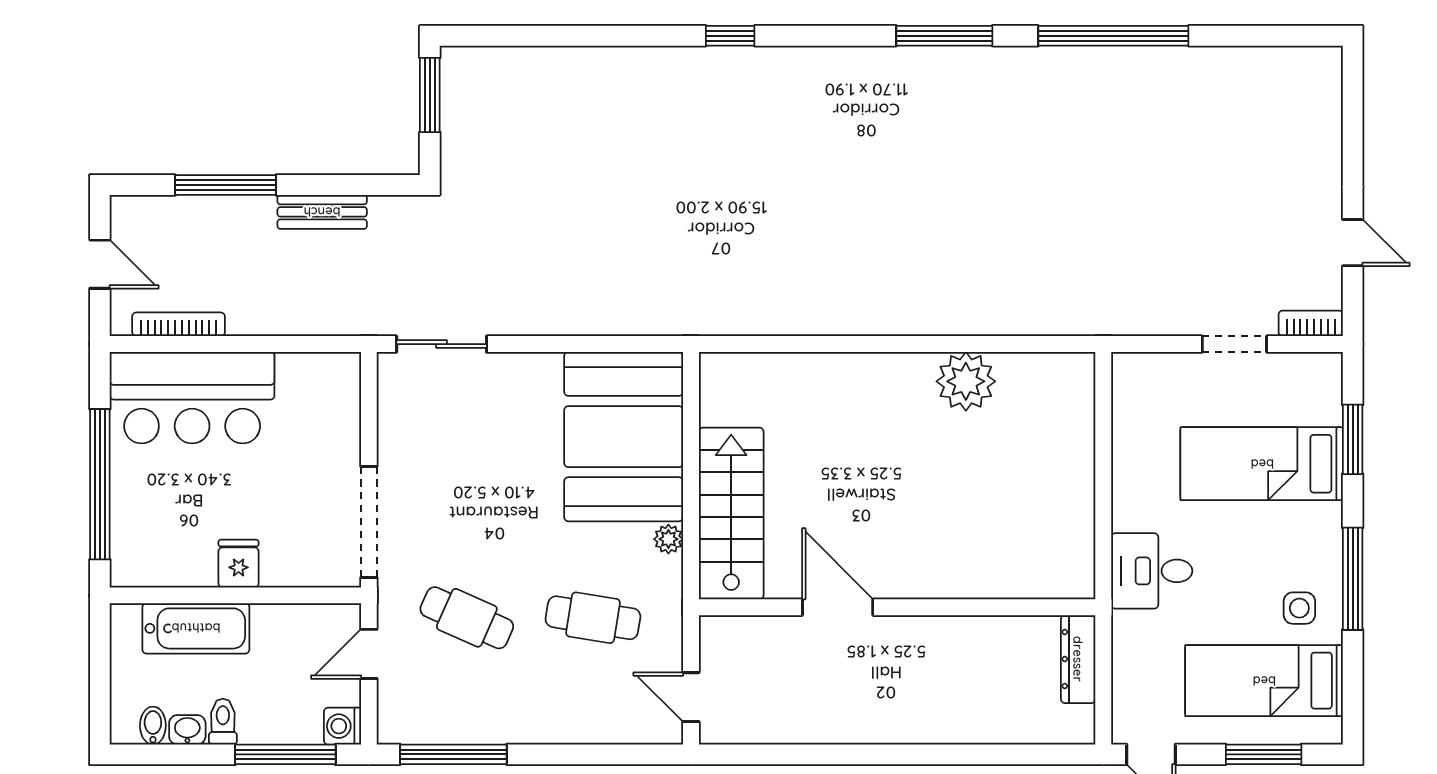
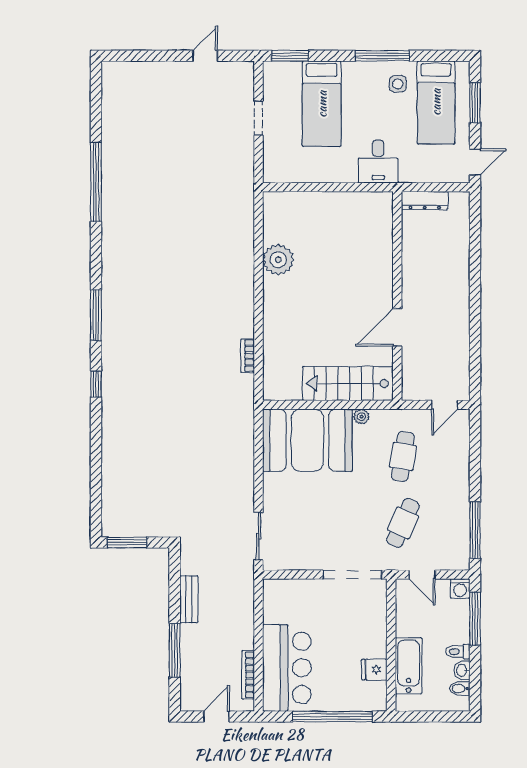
window: (944, 36) -> (96, 315), moved
bookcase: (1311, 323) -> (248, 356), moved
window: (1353, 439) -> (290, 56), moved
fridge: (239, 564) -> (374, 670), moved

